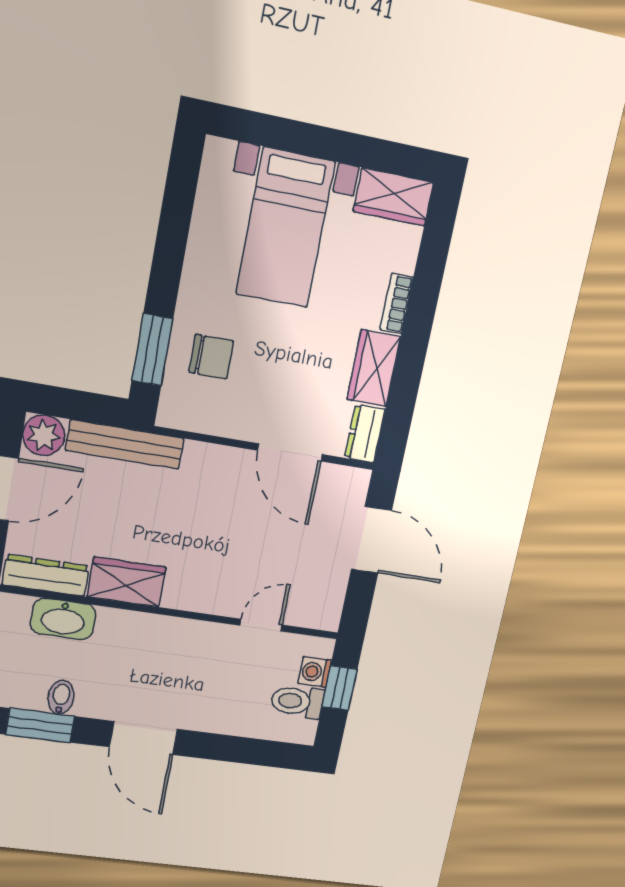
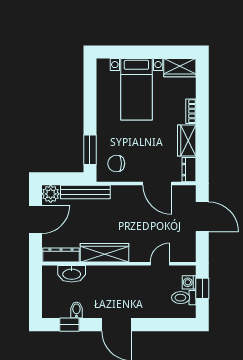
chair: (211, 357) -> (116, 164), moved, turned 180
wardrobe: (126, 582) -> (104, 253), width x1.50
window: (40, 725) -> (69, 325), width x0.67

